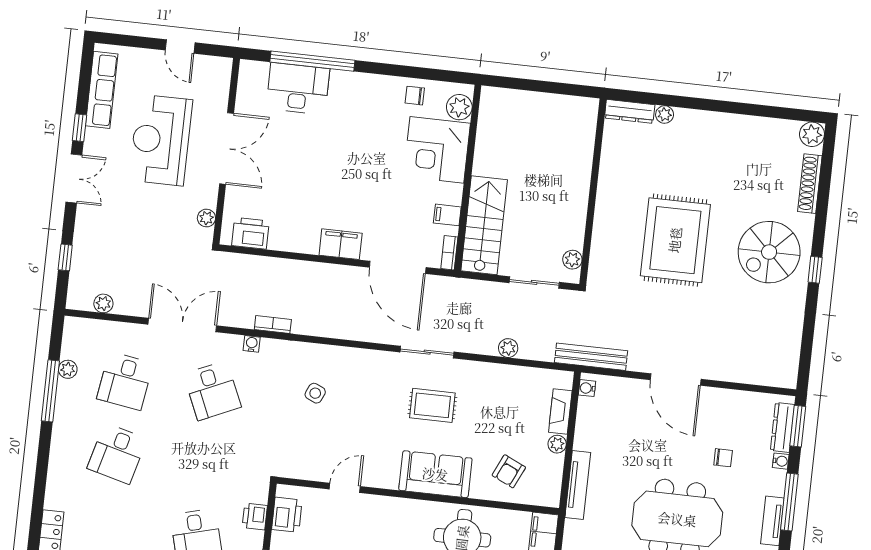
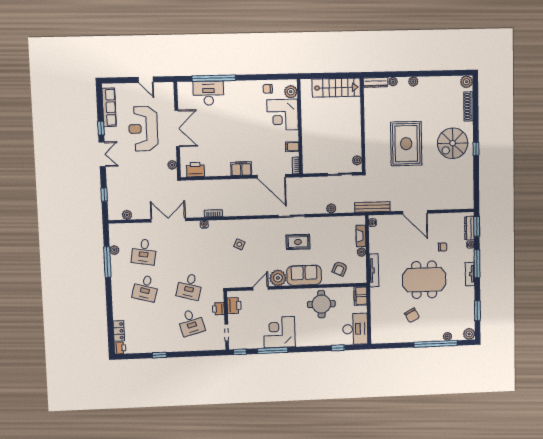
plant: (705, 120) -> (413, 82), added
stairs: (484, 225) -> (336, 88), moved, turned 90
desk: (212, 391) -> (190, 287), moved, turned 39
plant: (382, 472) -> (278, 278), added

